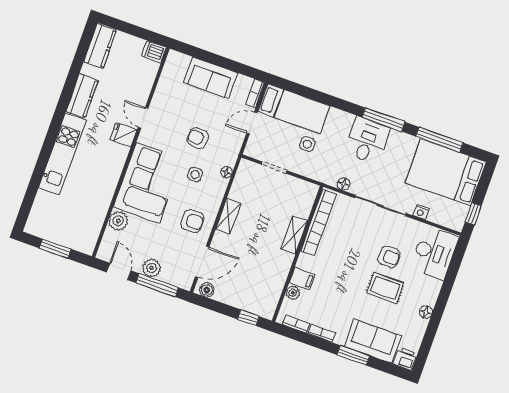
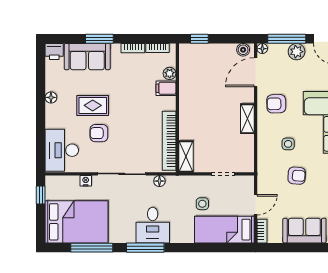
floor lamp: (226, 172) -> (262, 49), moved
shelving: (294, 235) -> (186, 157), moved

